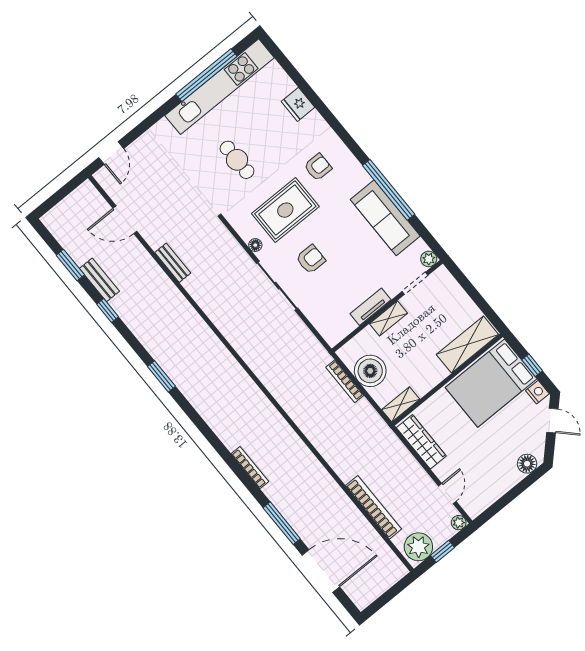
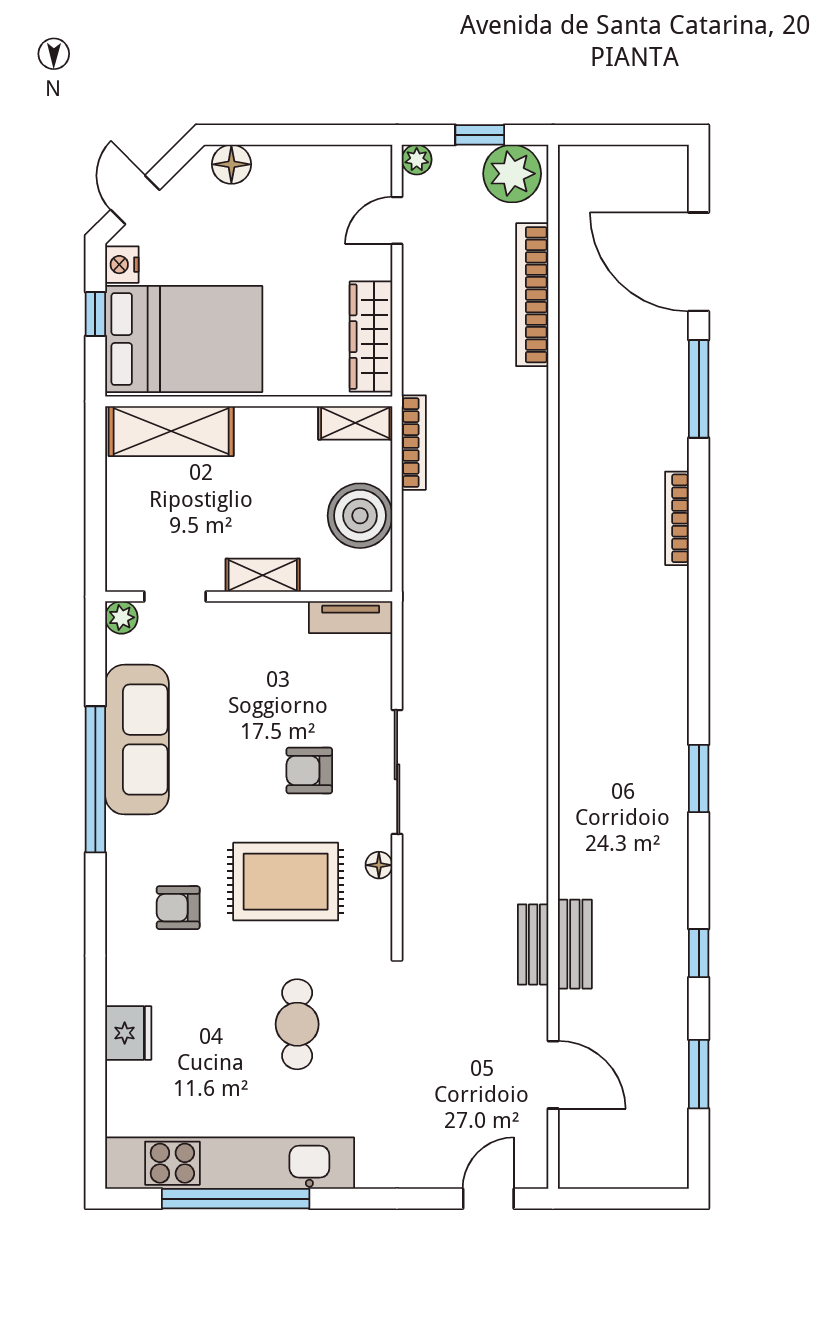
bench: (99, 280) -> (575, 944), moved
tv unit: (370, 307) -> (351, 617), moved
bookcase: (345, 381) -> (414, 443), moved

